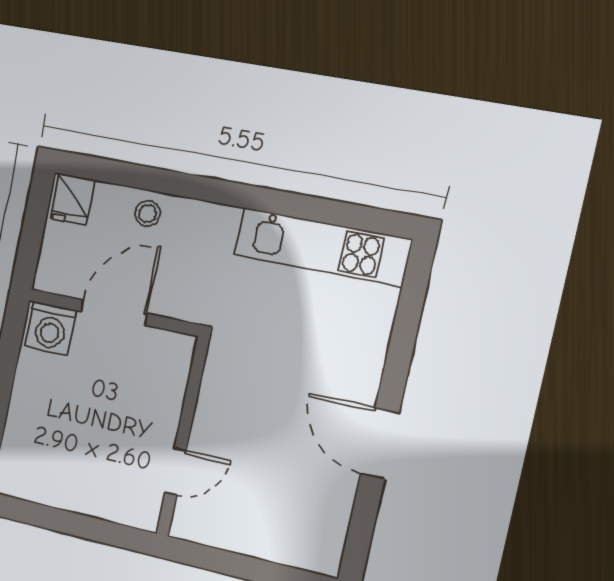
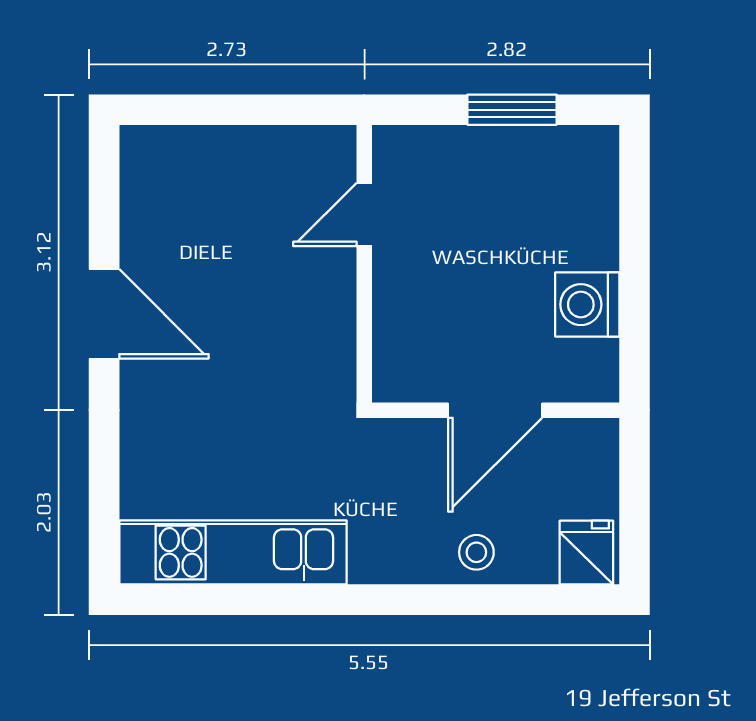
washing machine: (51, 328) -> (587, 305), moved, turned -90
window: (59, 520) -> (512, 110), added

